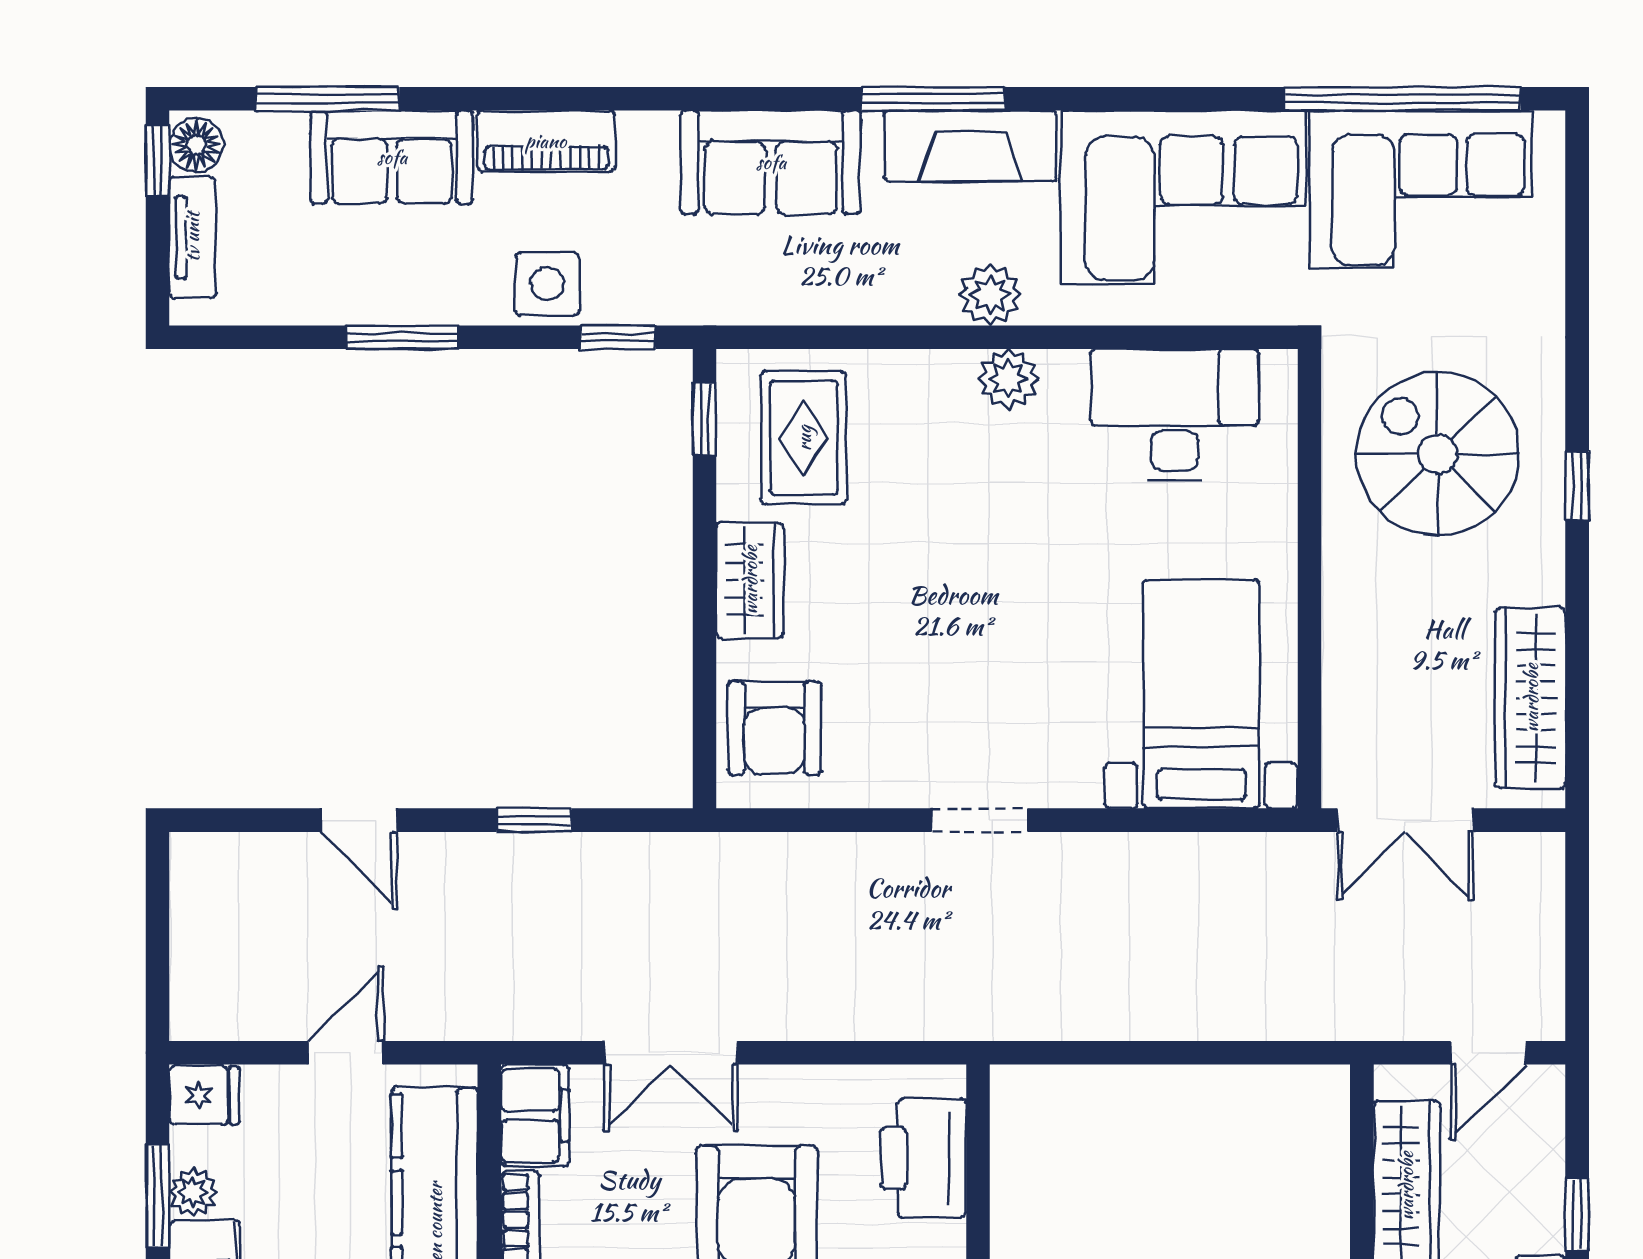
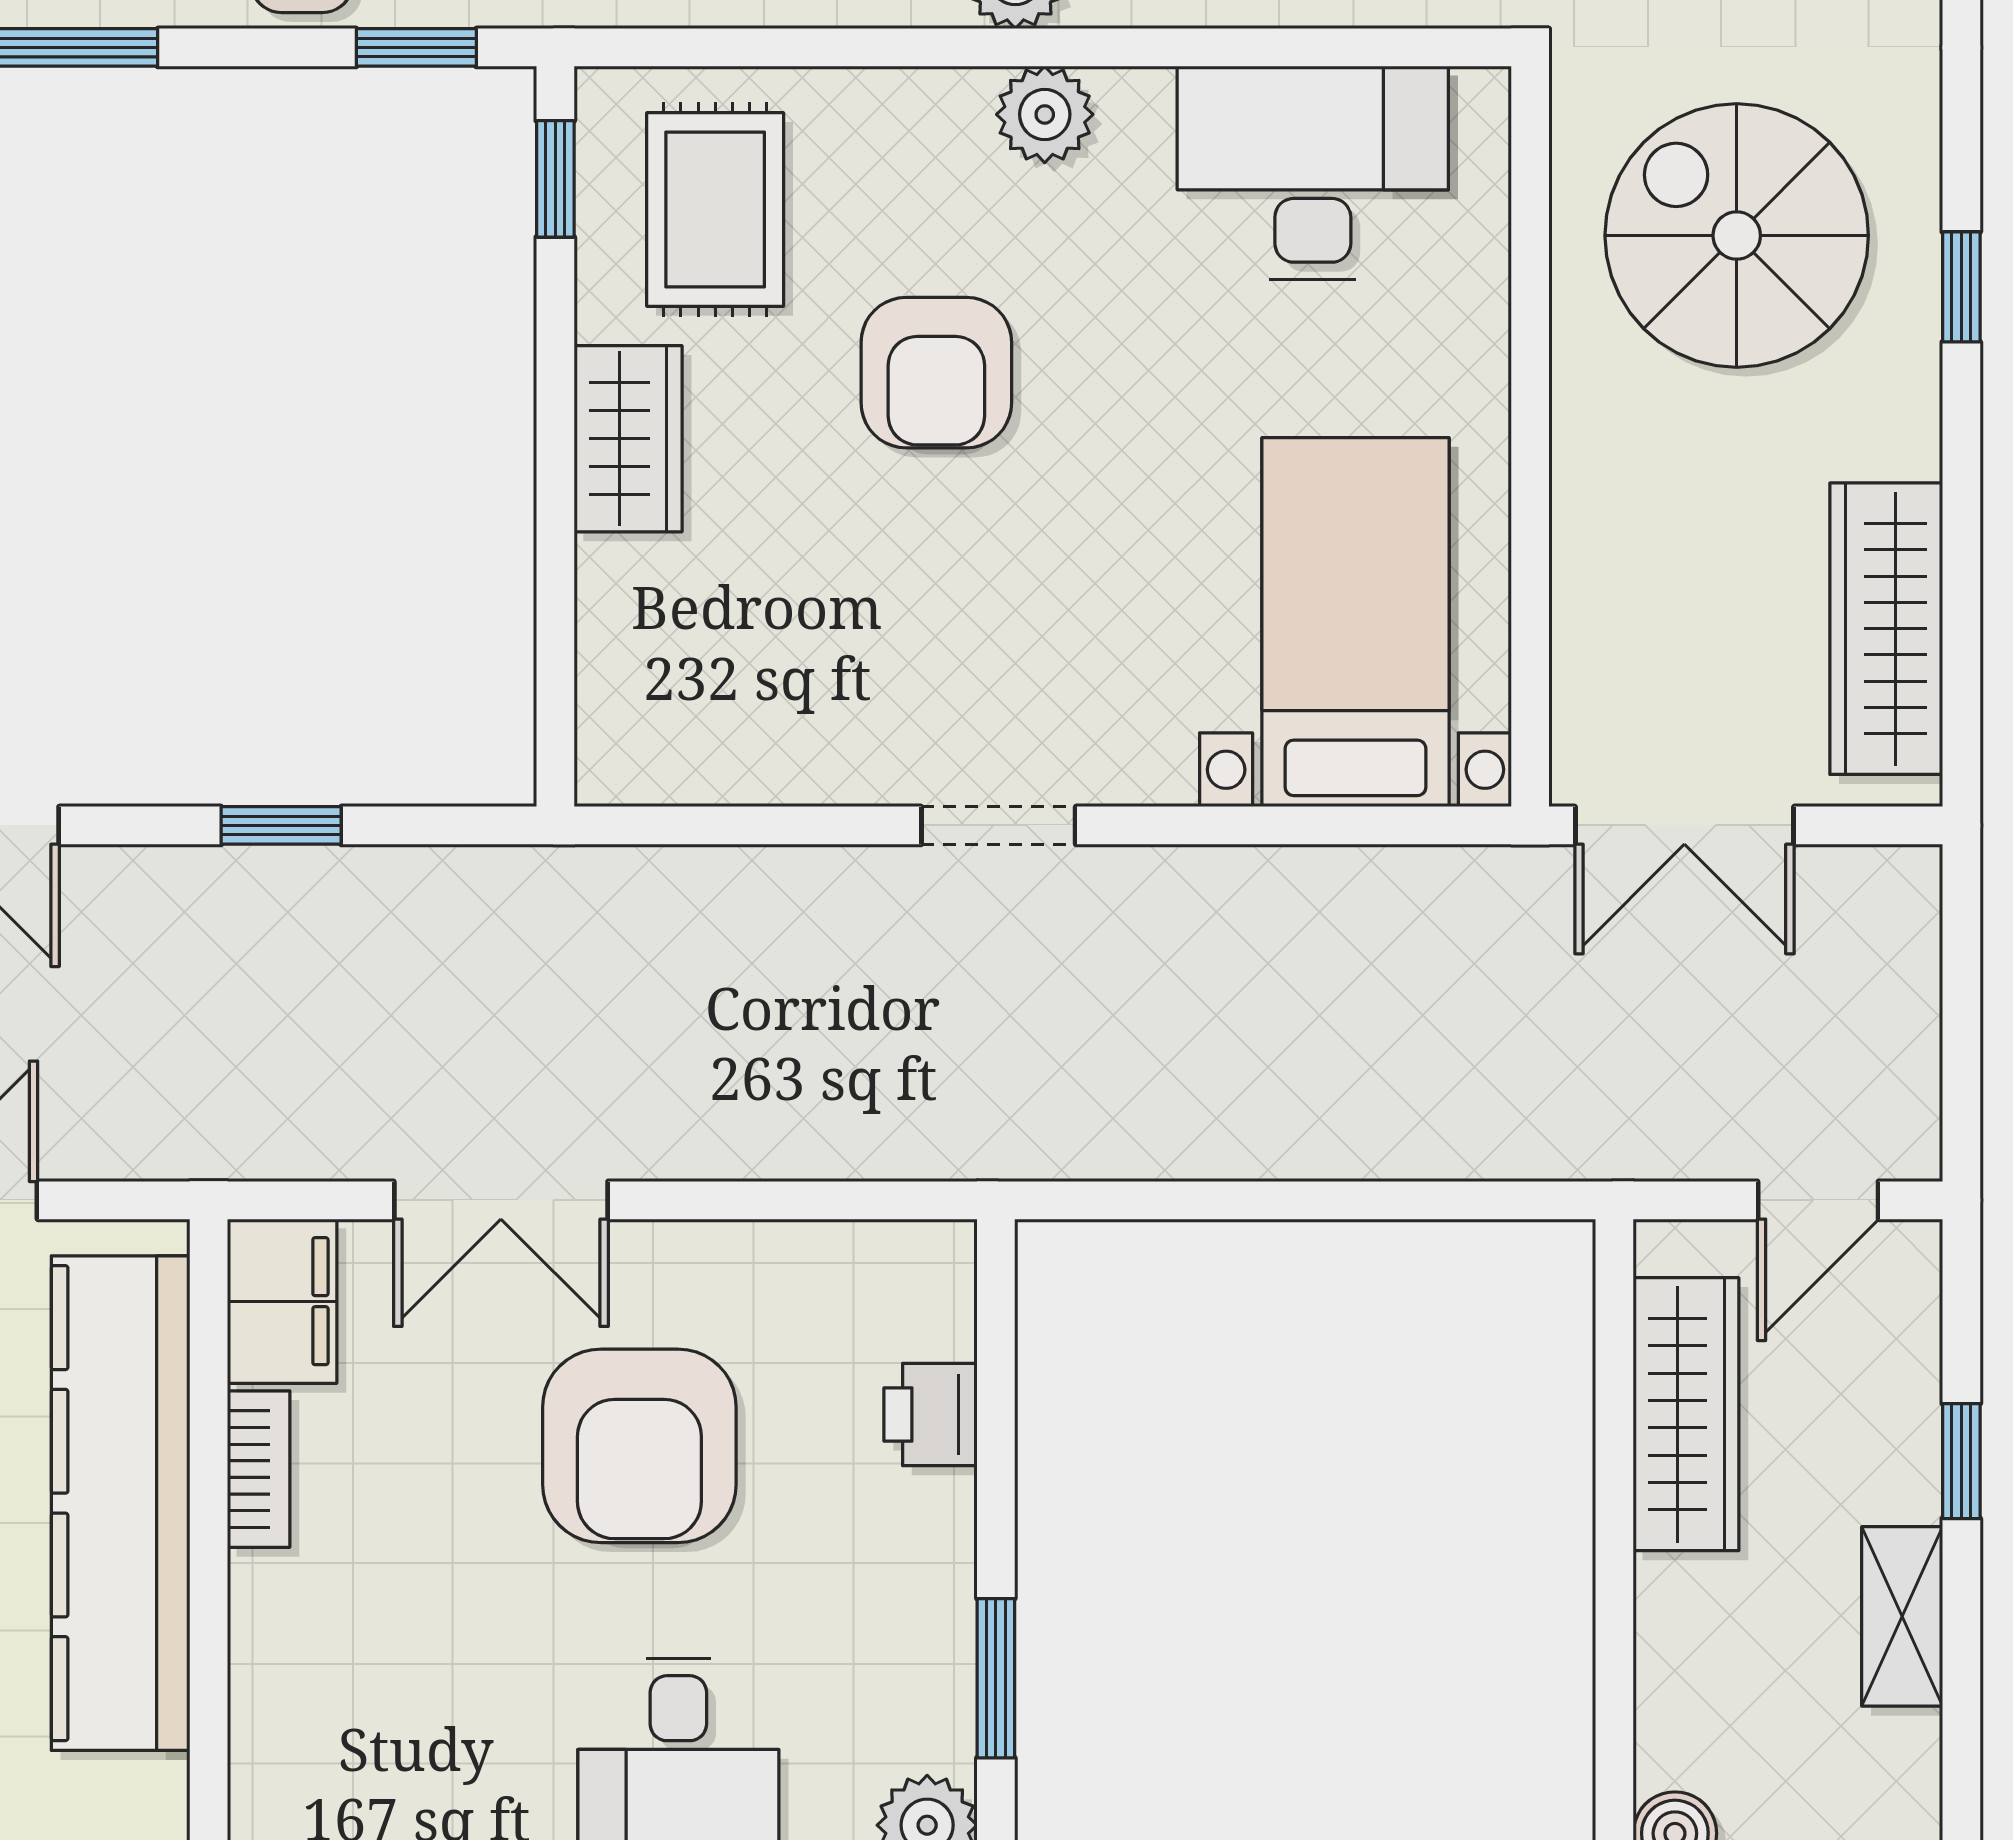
armchair: (774, 728) -> (936, 373), moved
printer: (923, 1158) -> (931, 1414), width x0.53, depth x0.68

